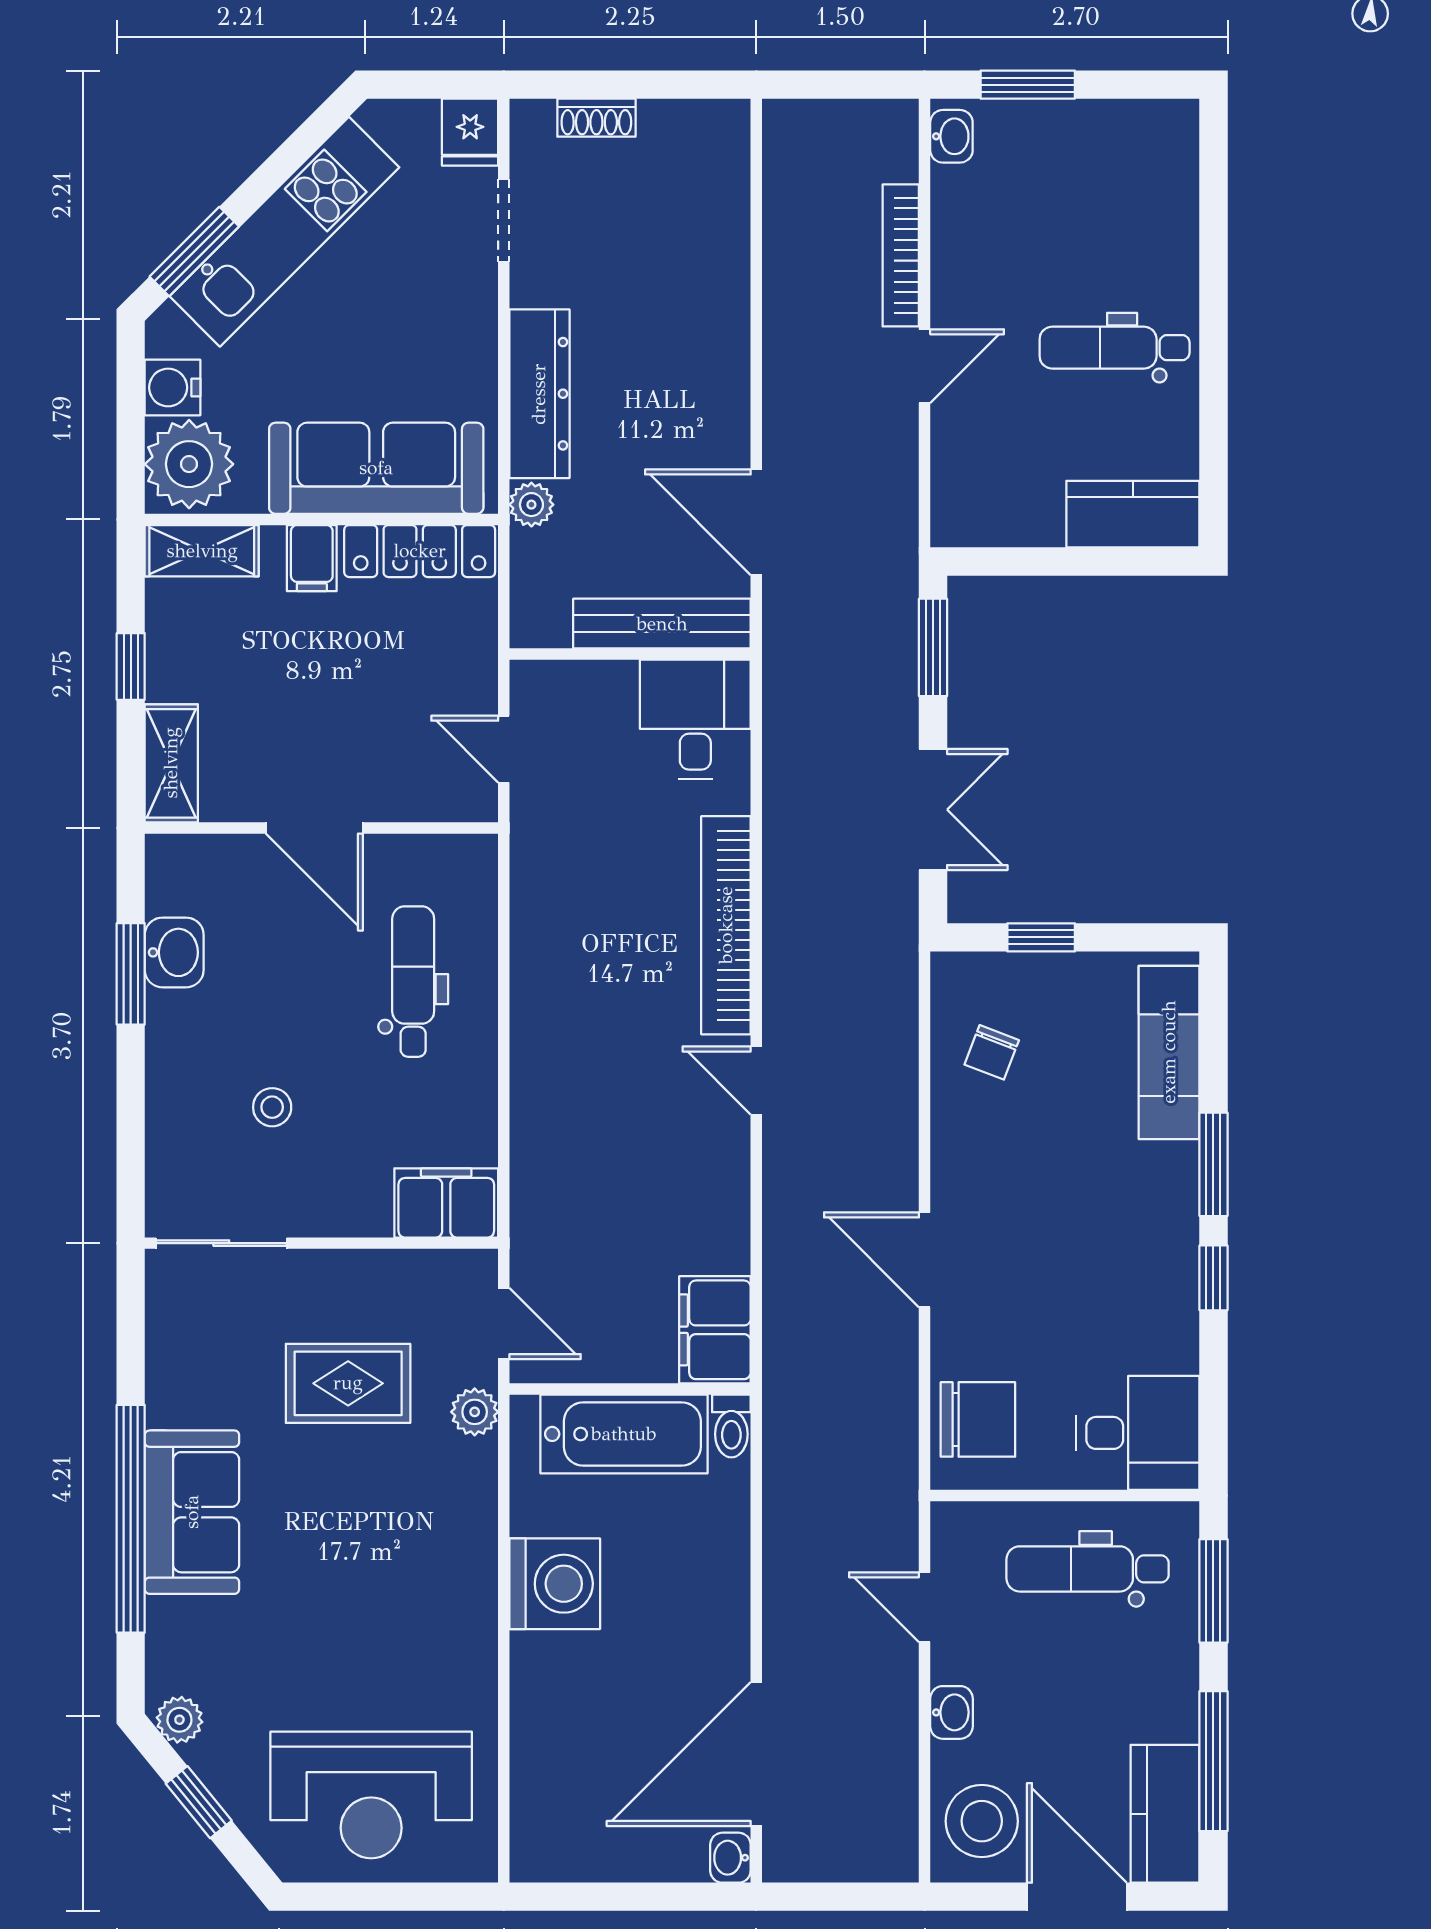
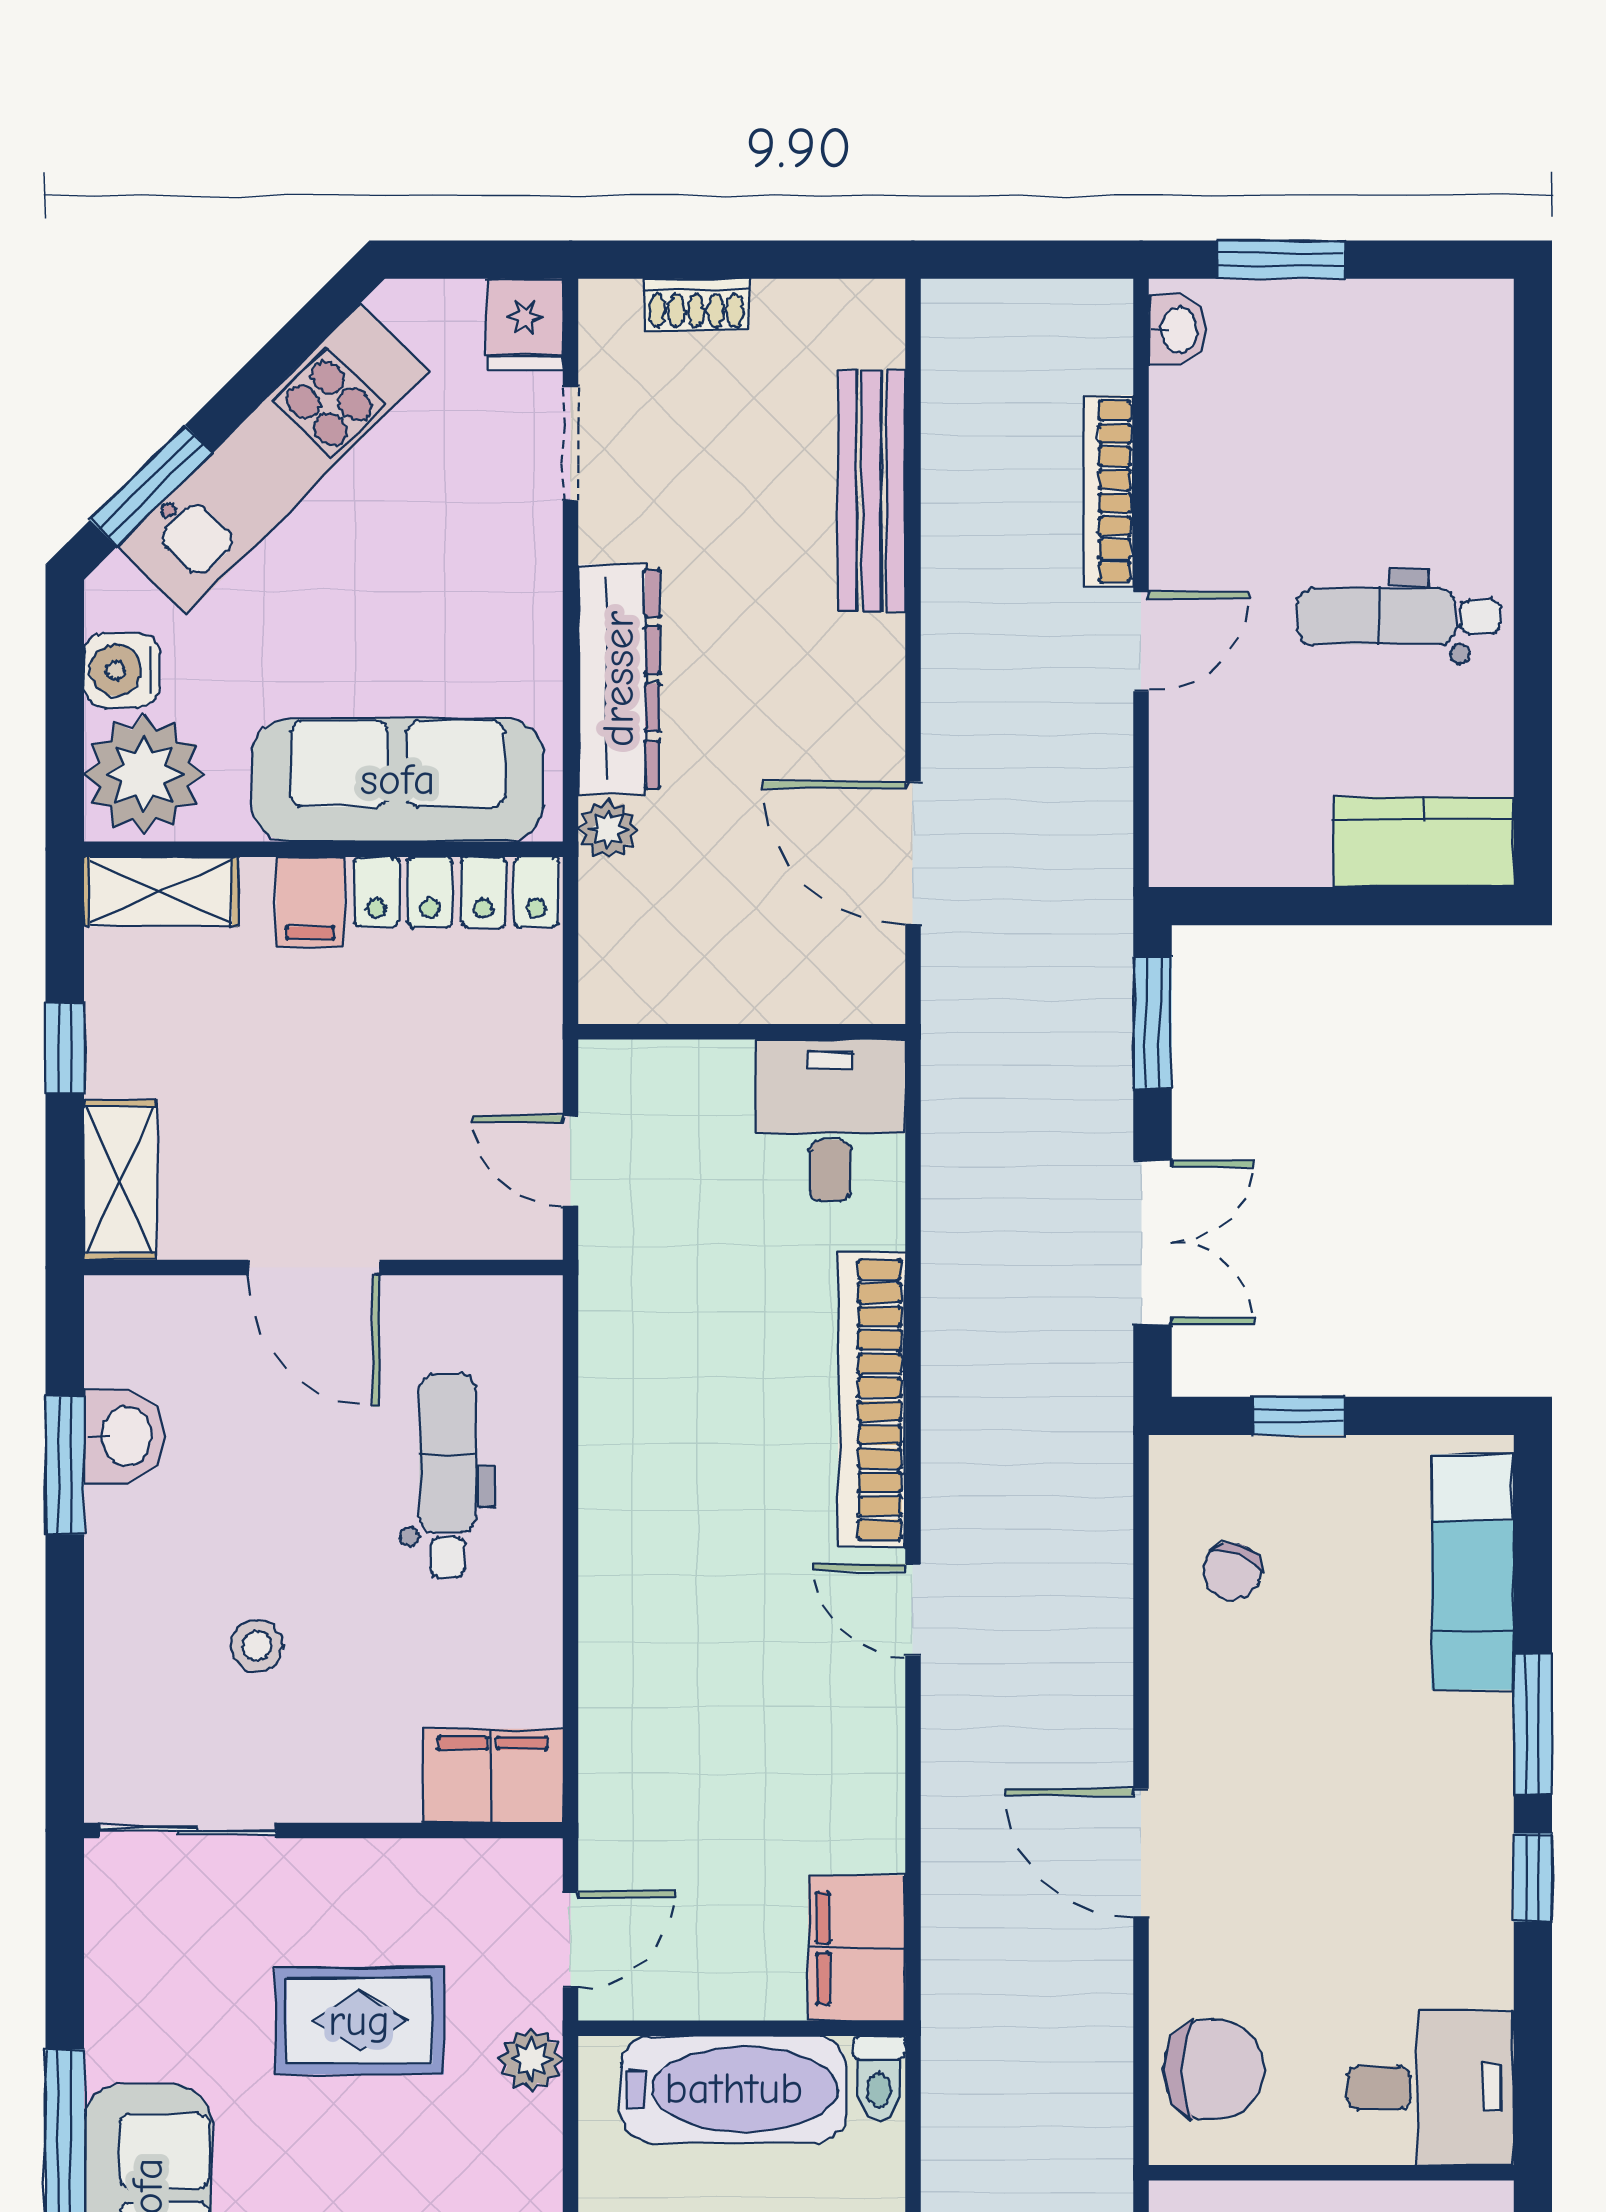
bench: (662, 624) -> (872, 491), moved, turned 90
door: (504, 1323) -> (571, 1939), hinge flipped

